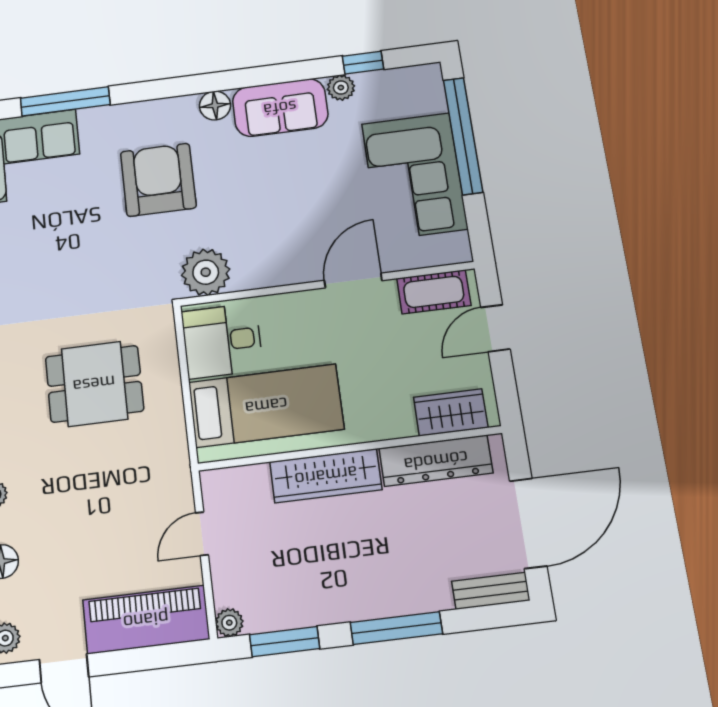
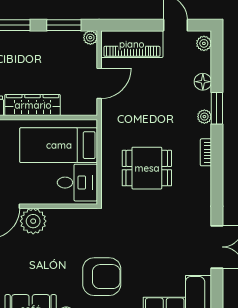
armchair: (158, 180) -> (102, 277), turned -90
plant: (206, 272) -> (33, 221), moved
door: (202, 534) -> (99, 83), width x1.38

